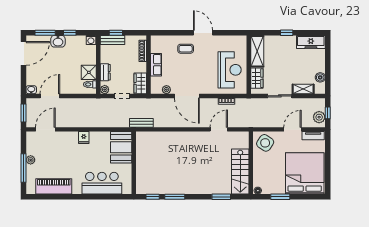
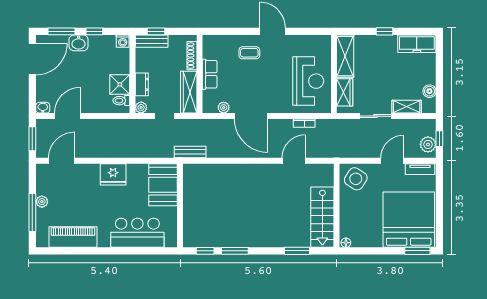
wardrobe: (140, 83) -> (189, 92), width x1.50
fridge: (84, 138) -> (113, 174), width x1.88, depth x1.34
window: (280, 197) -> (417, 251), moved

